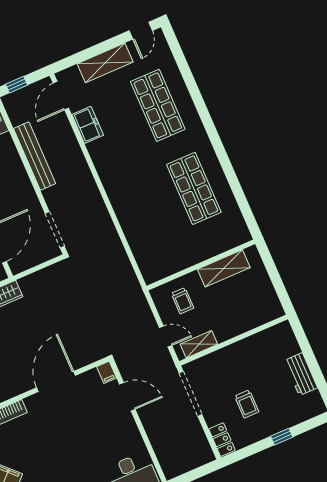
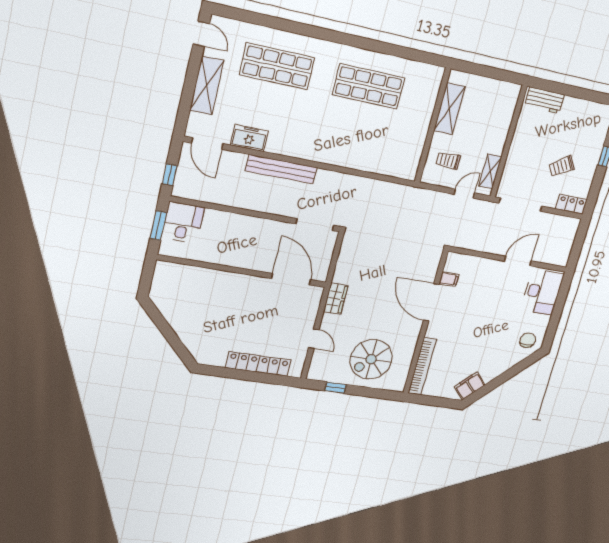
bench: (35, 156) -> (281, 169), moved
trolley: (183, 301) -> (448, 160), turned 180
filing cabinet: (107, 372) -> (449, 279), moved
workbench: (301, 374) -> (544, 100), moved
door: (127, 397) -> (518, 261), moved
trolley: (247, 404) -> (562, 166), turned 148

